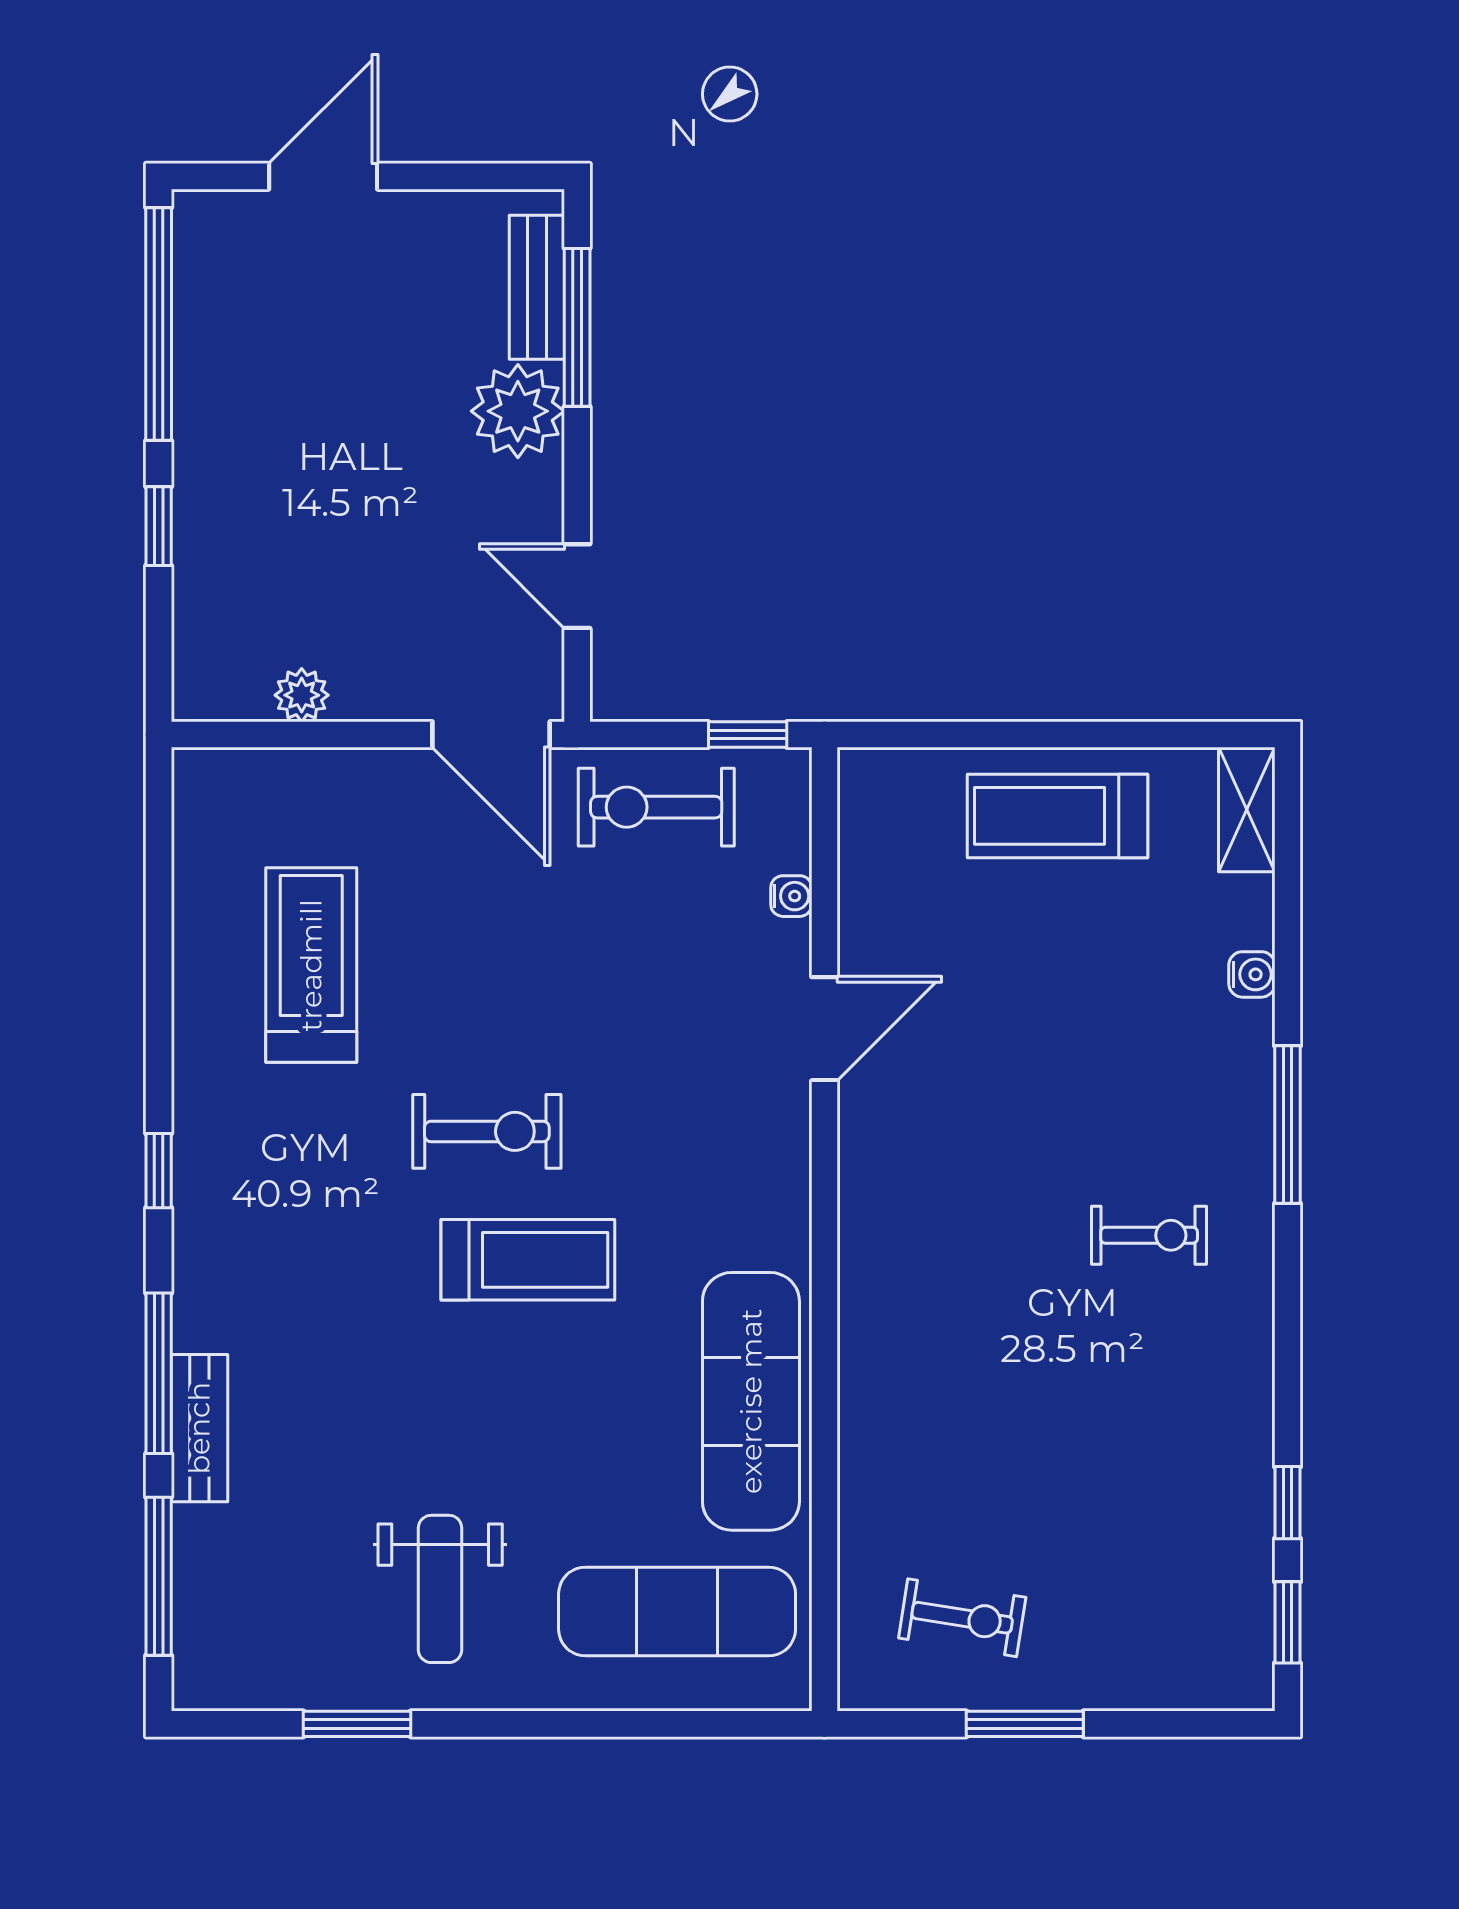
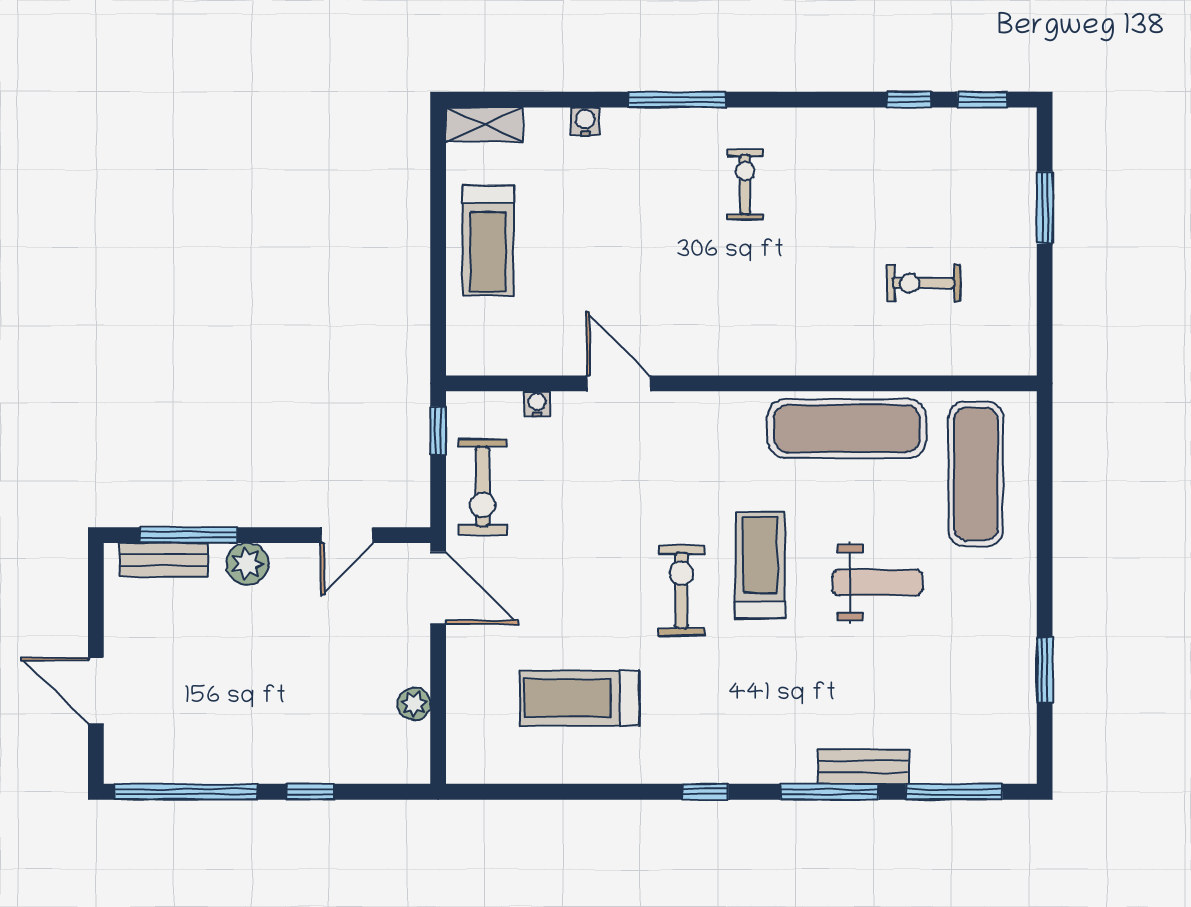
plant: (518, 411) -> (247, 564), width x0.73, depth x0.73
door: (491, 735) -> (438, 588), hinge flipped
weight bench: (440, 1589) -> (877, 583), moved
exercise bike: (962, 1618) -> (924, 283), moved, turned -99
window: (1025, 1724) -> (1045, 208), moved

